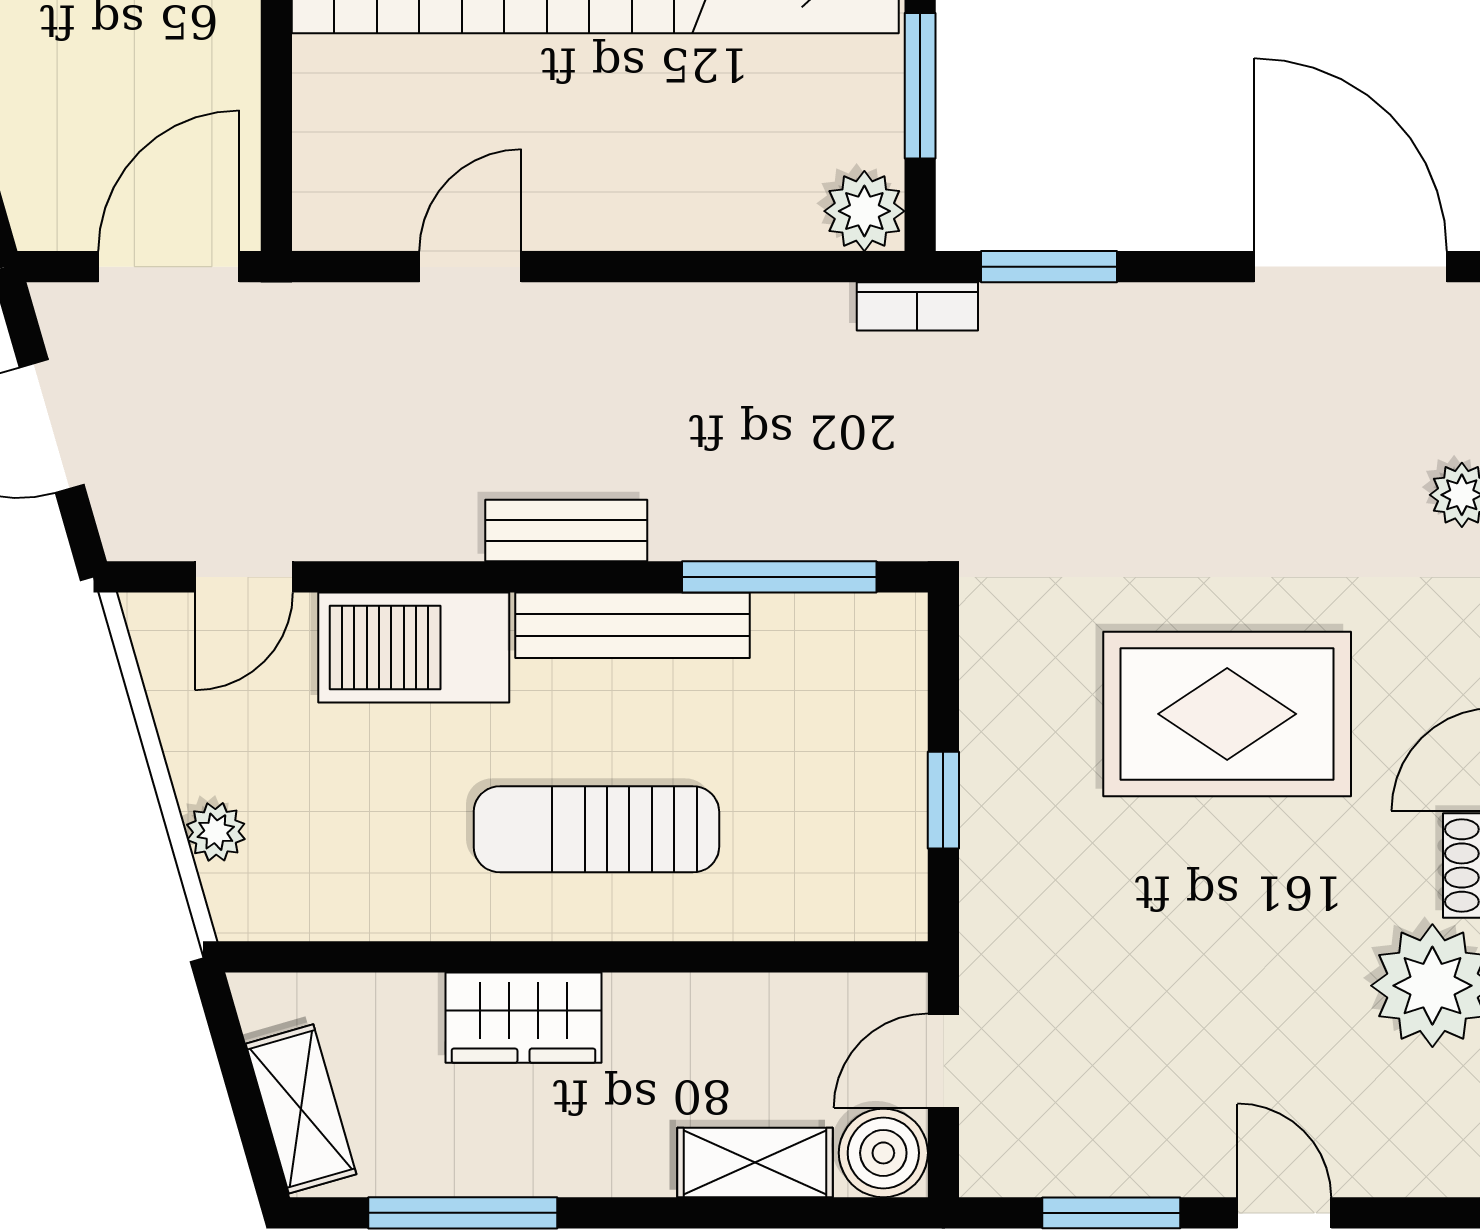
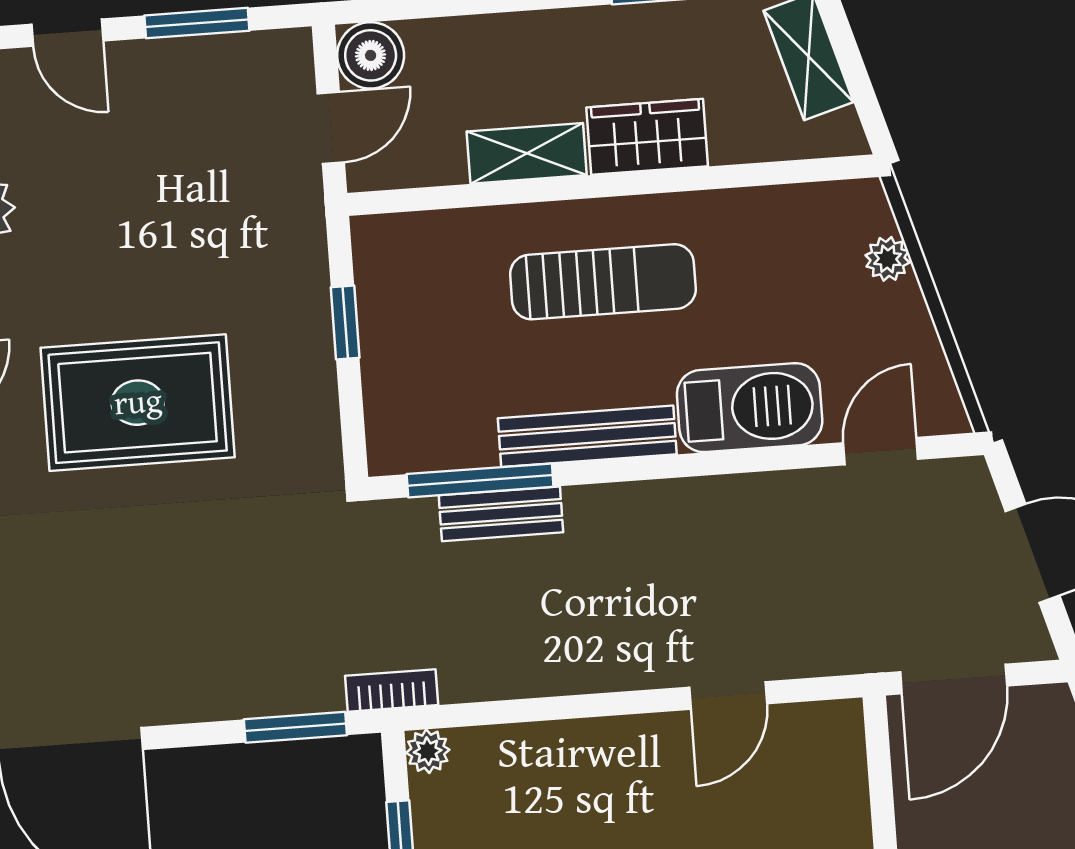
plant: (864, 211) -> (428, 751), width x0.73, depth x0.73
bench: (566, 531) -> (501, 514), moved
shelving: (755, 1162) -> (527, 153), moved

